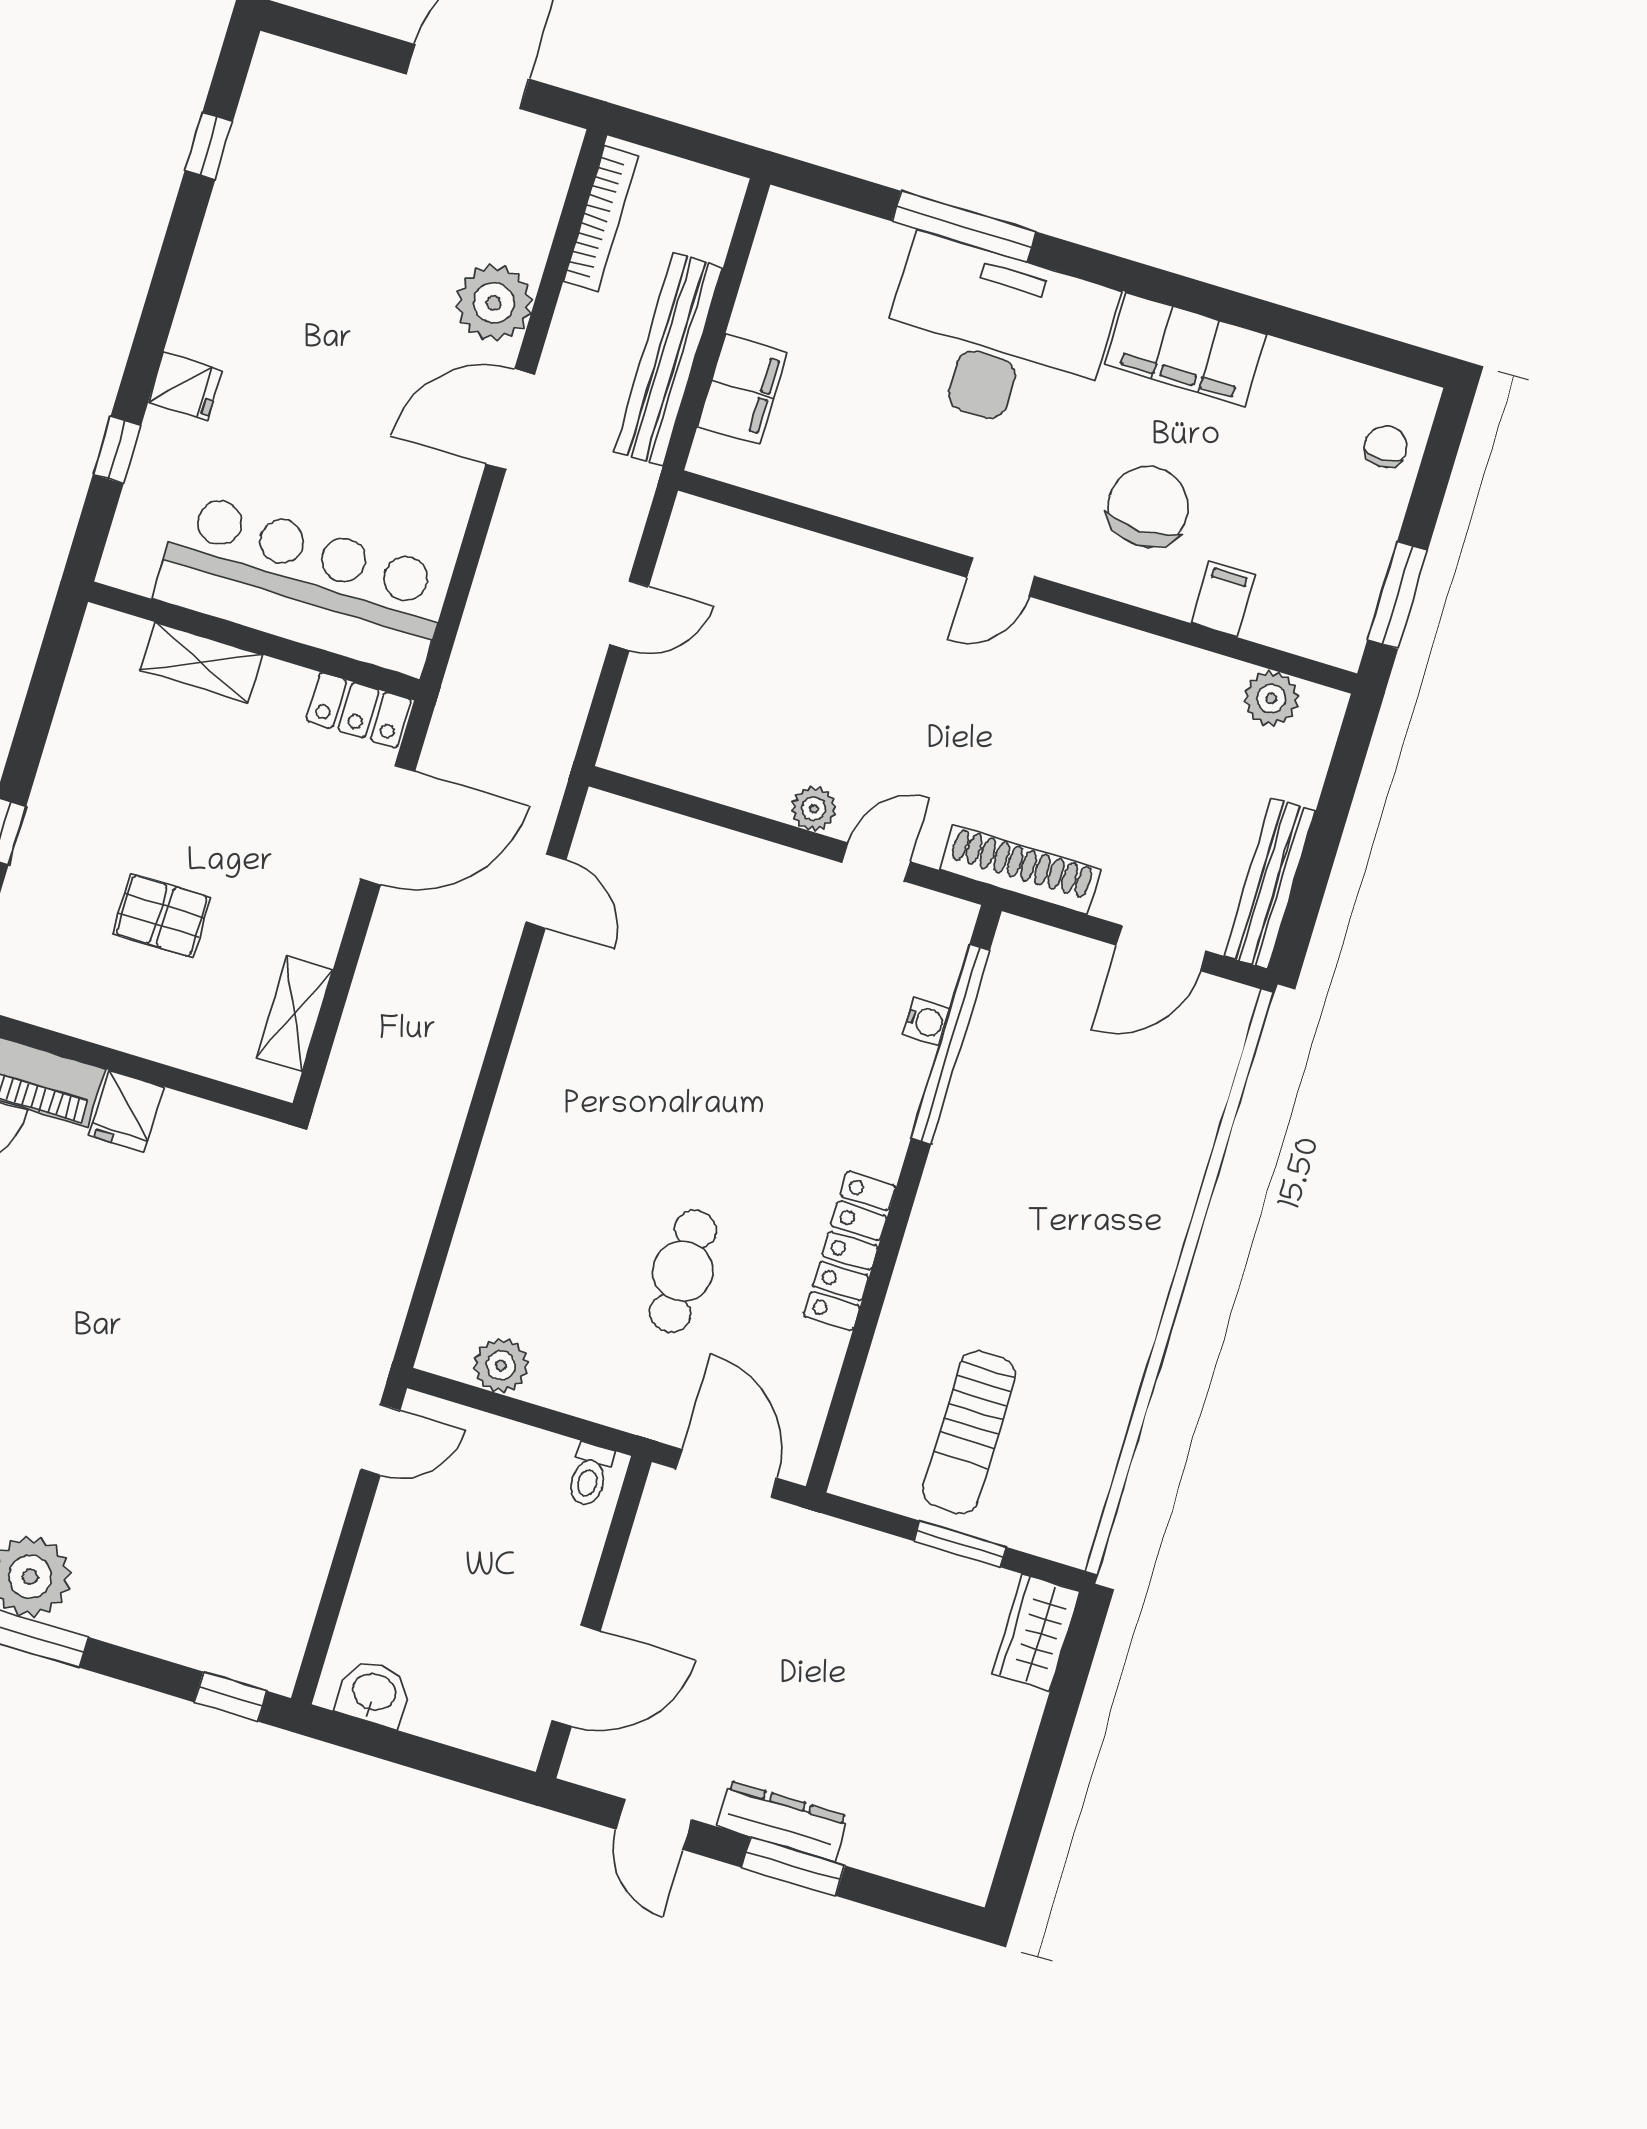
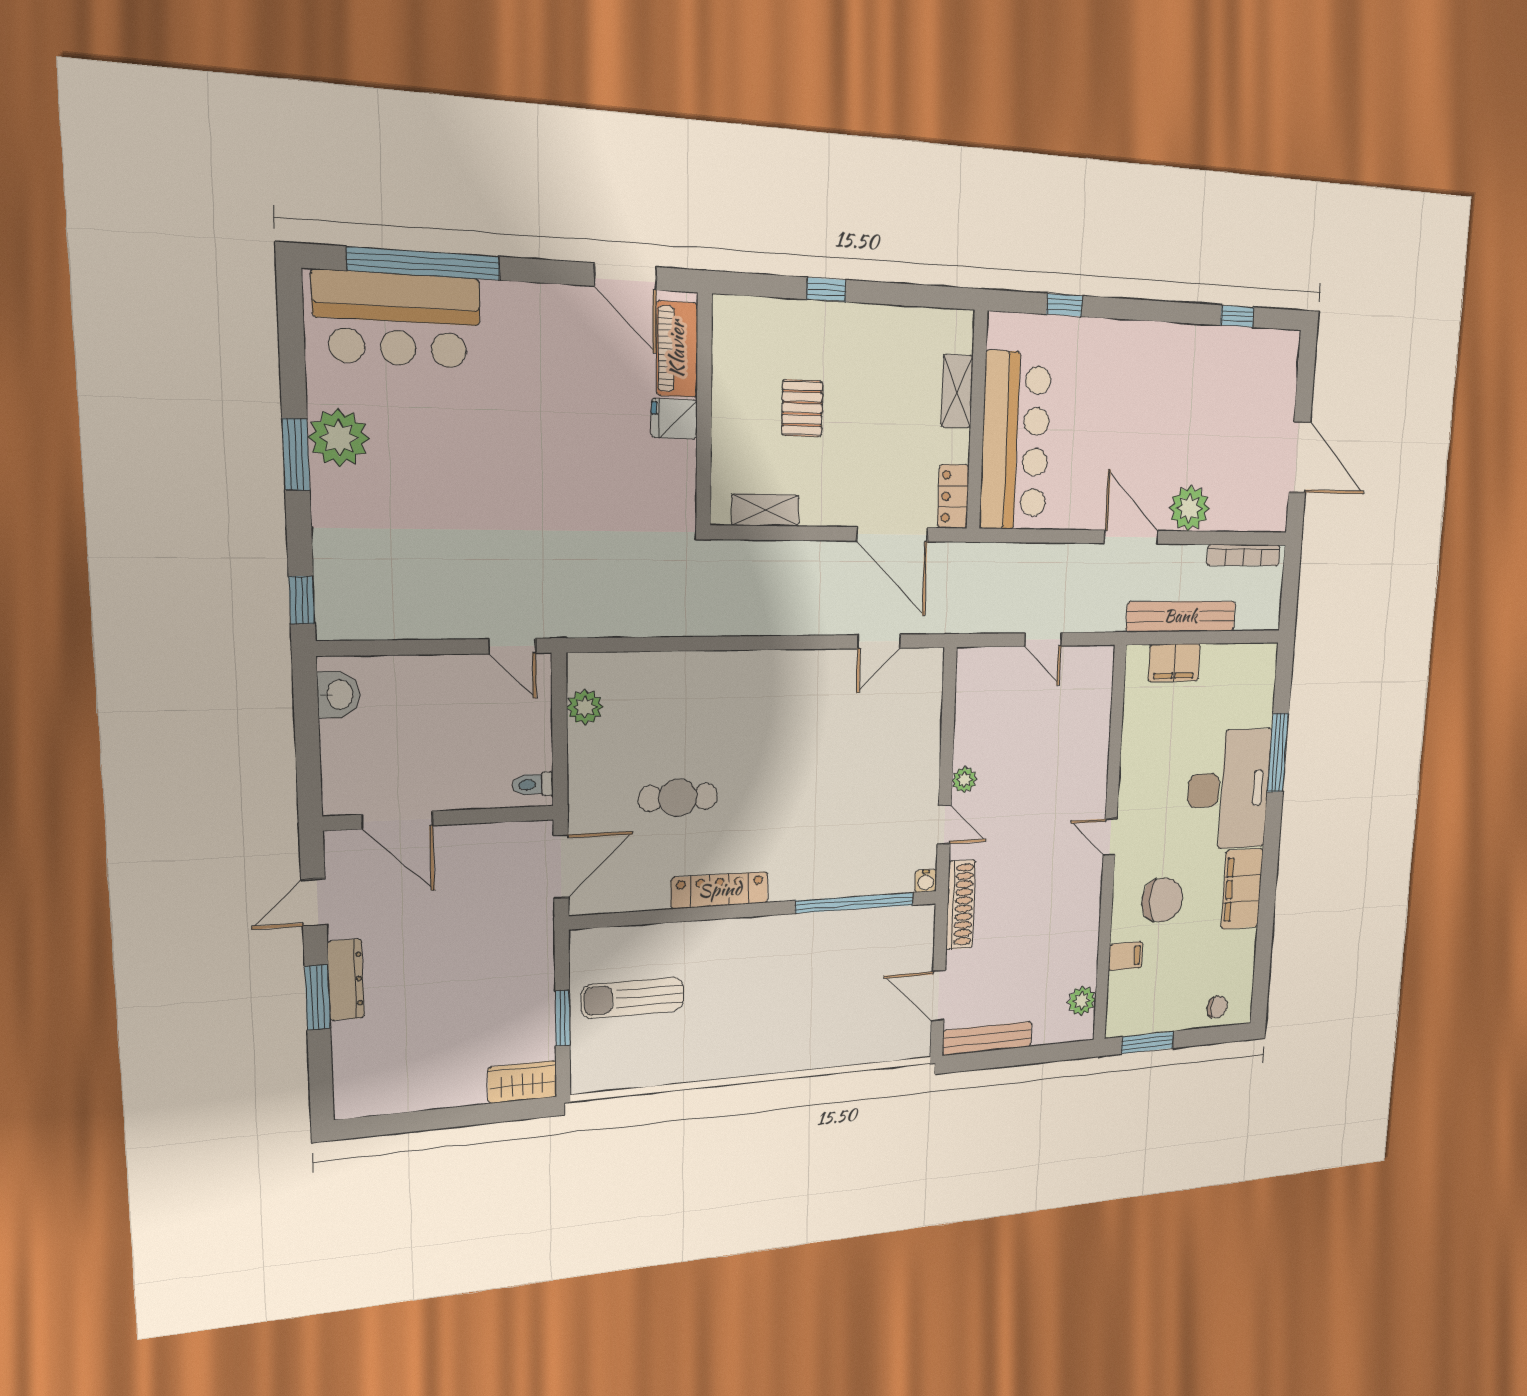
fridge: (185, 386) -> (1108, 338), removed
water cooler: (926, 1022) -> (926, 881), moved

